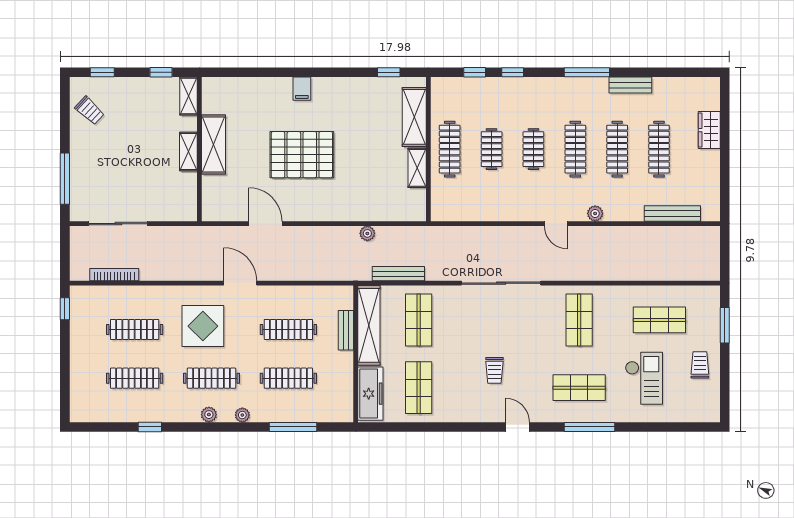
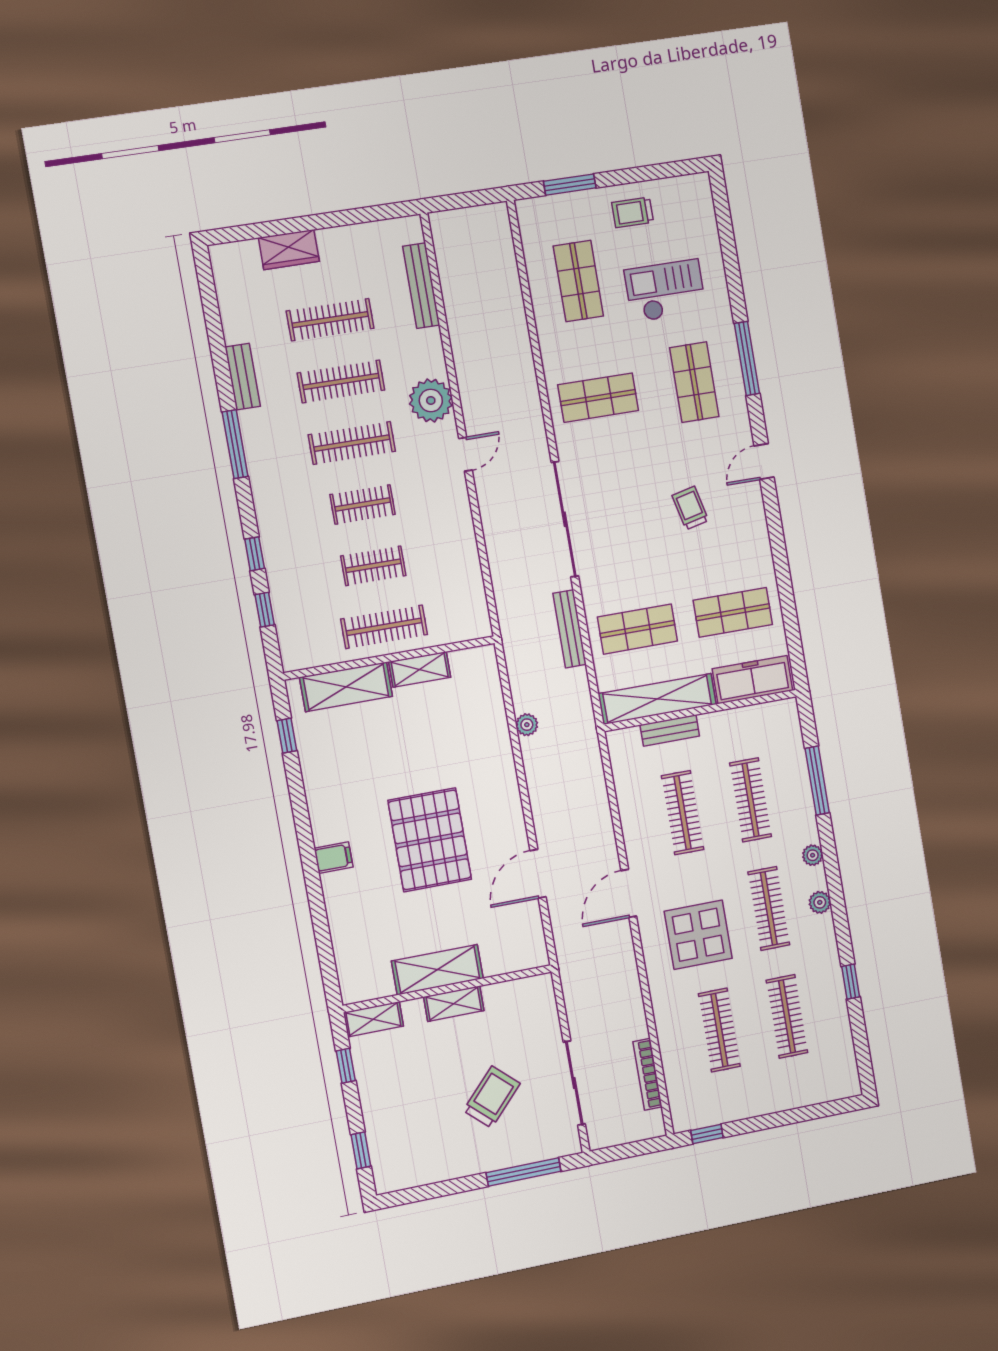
trolley: (90, 110) -> (492, 1097), moved, width x1.36, depth x1.39
plant: (595, 213) -> (431, 401), width x1.88, depth x1.88
bench: (398, 274) -> (570, 629), moved
trolley: (494, 370) -> (690, 508), turned -103

